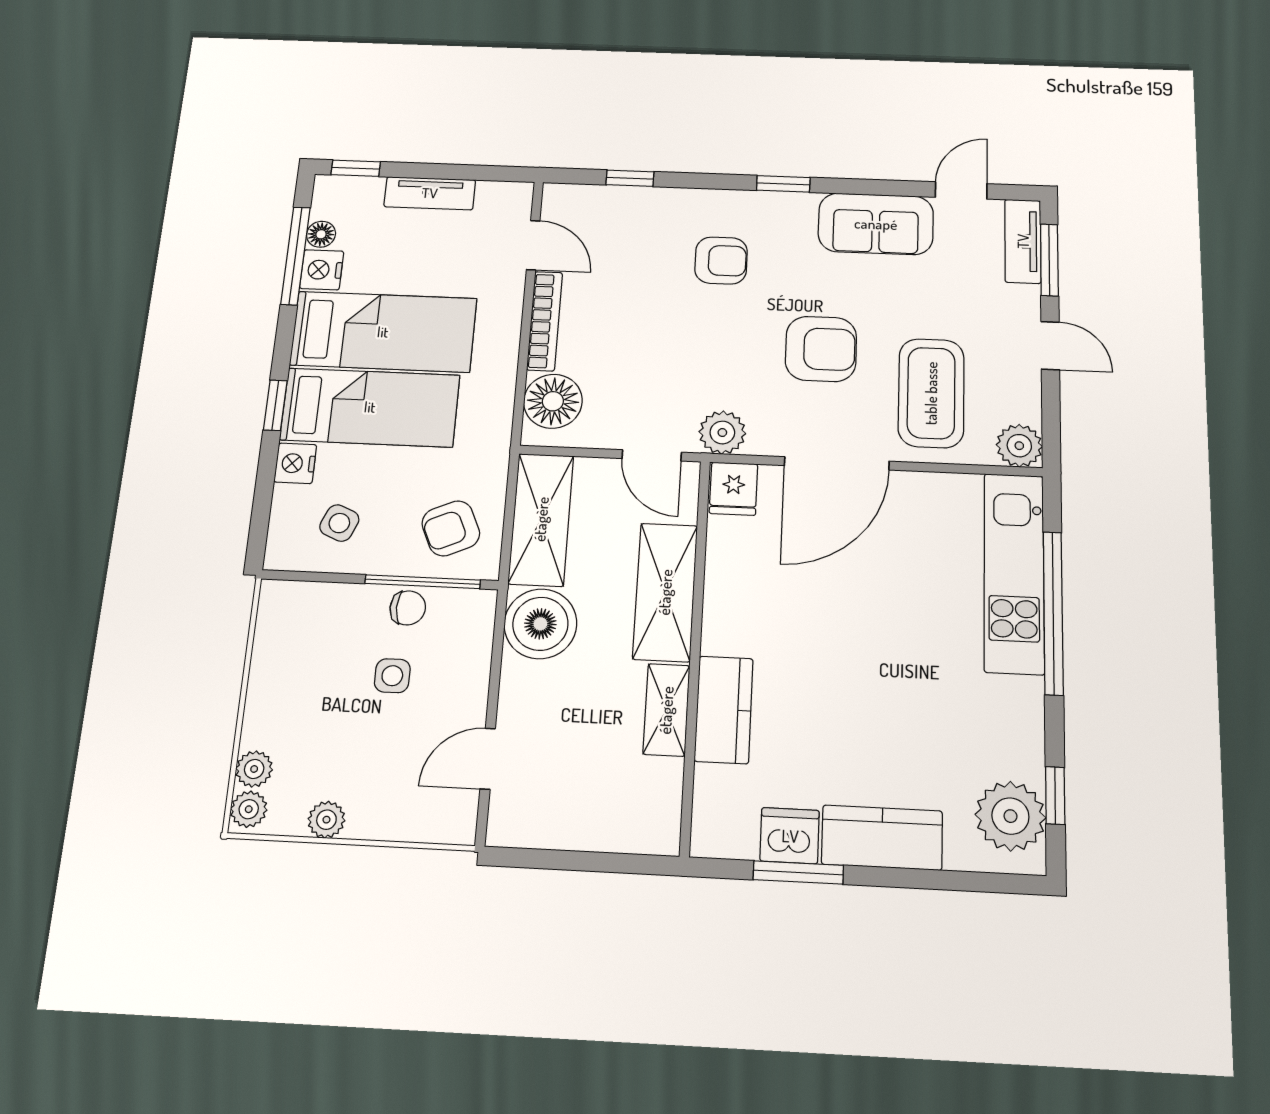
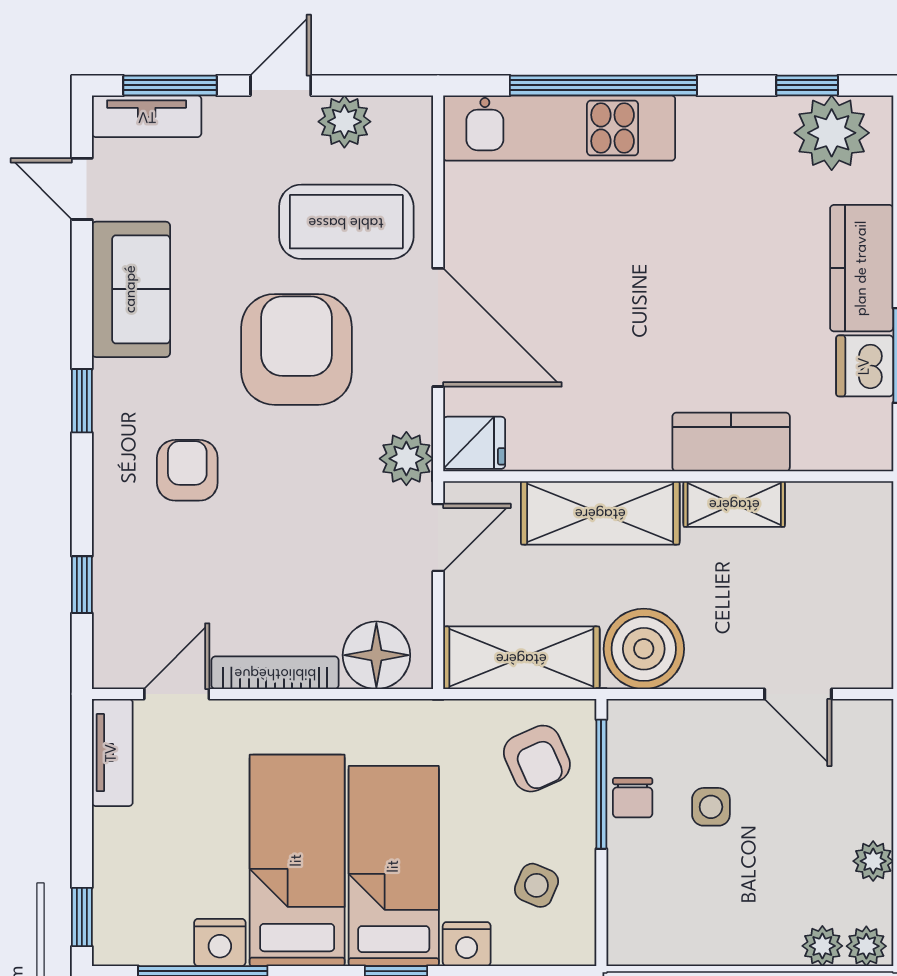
tv unit: (430, 193) -> (112, 753), moved
floor lamp: (321, 234) -> (173, 949), removed
armchair: (821, 349) -> (297, 349), width x1.36, depth x1.36
plant: (1019, 446) -> (344, 122), moved
chair: (408, 608) -> (633, 798), turned 180

